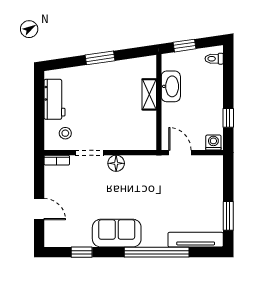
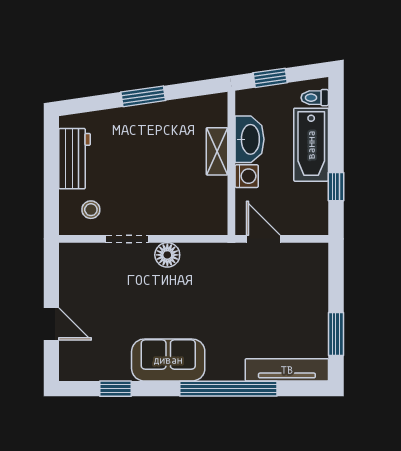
bathtub: (212, 90) -> (311, 145), added
washing machine: (213, 142) -> (247, 176), moved, turned 90
bookcase: (57, 160) -> (78, 250), removed

